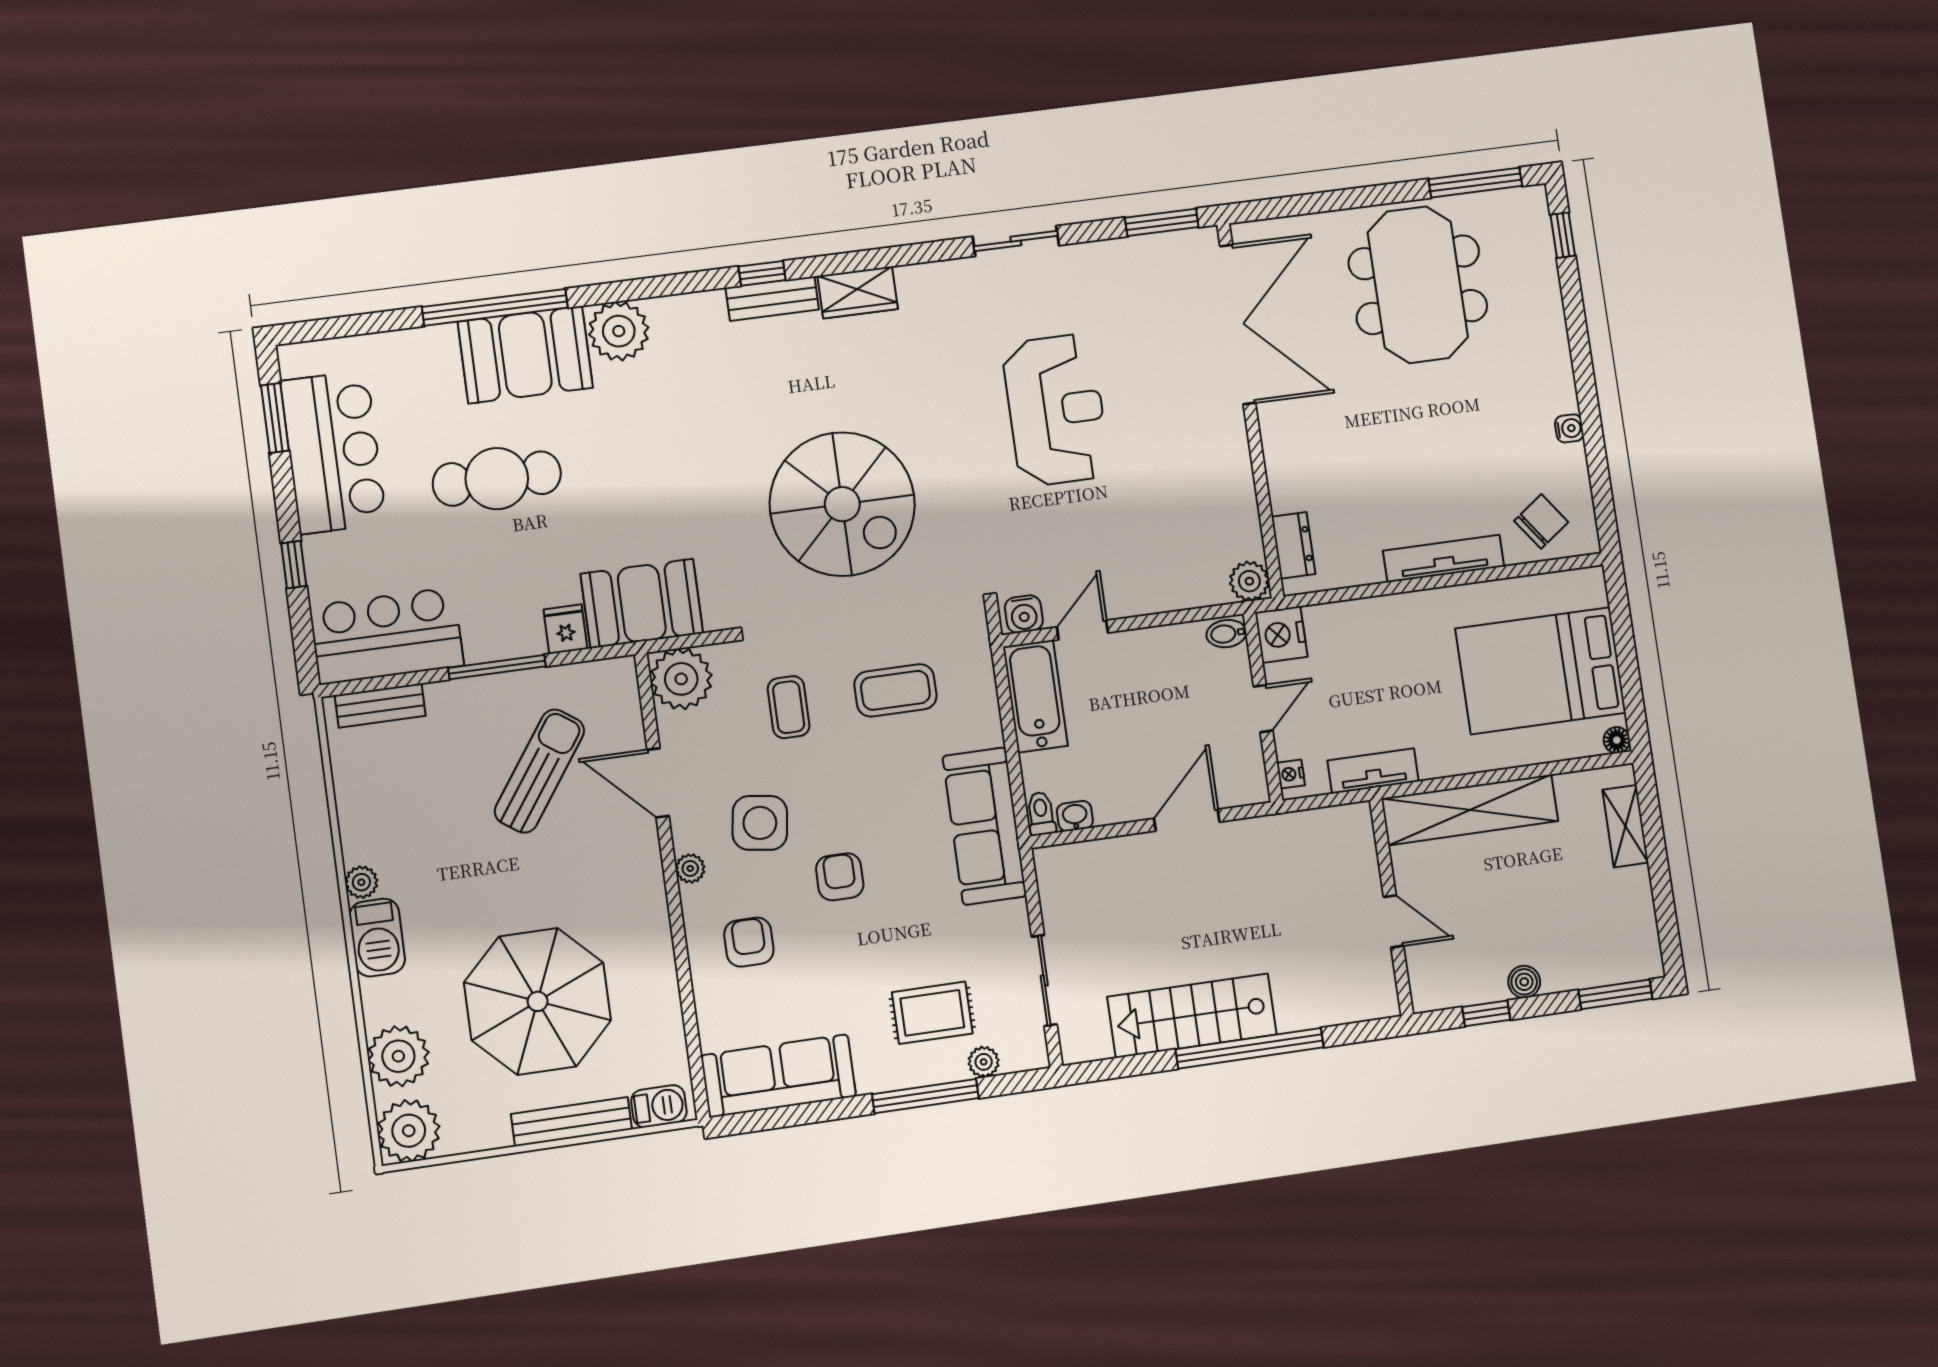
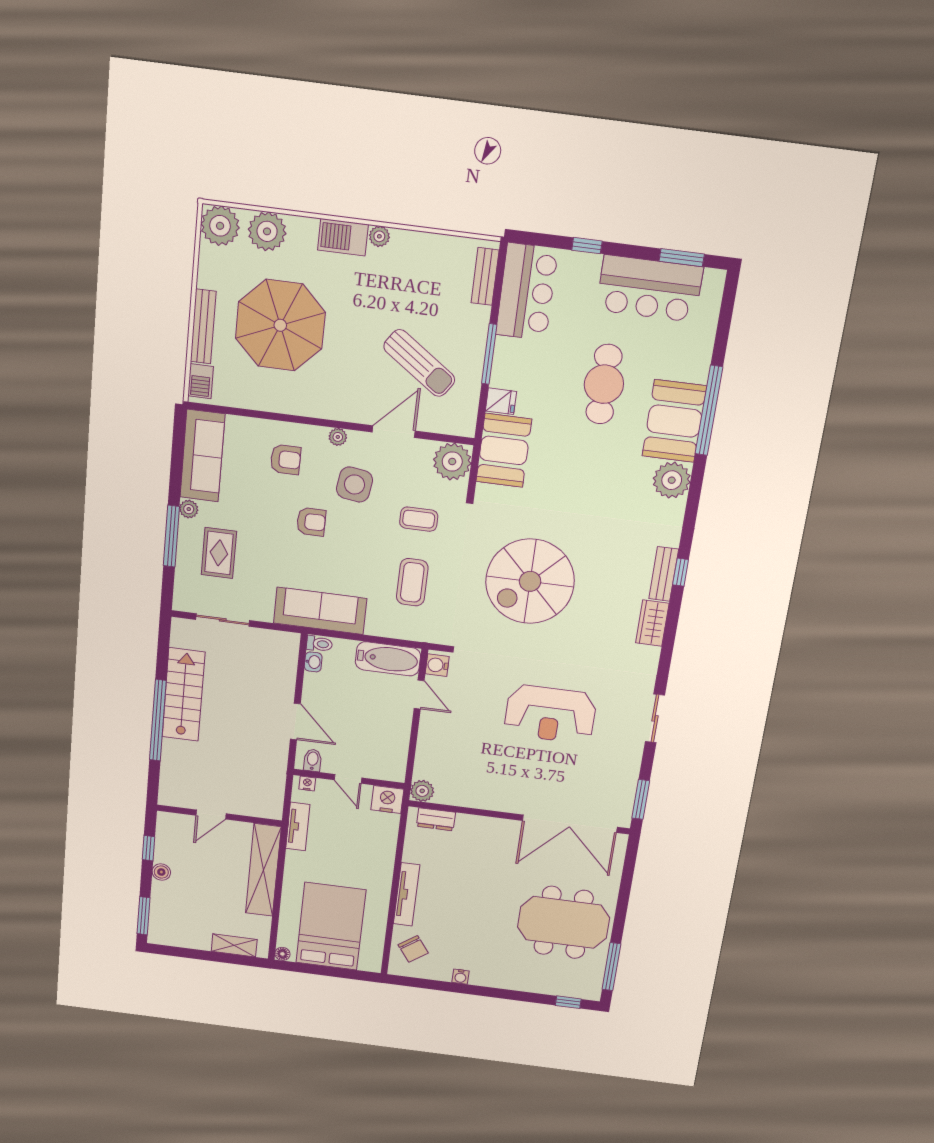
bidet: (1226, 634) -> (313, 760), moved
plant: (984, 1062) -> (189, 509), moved

